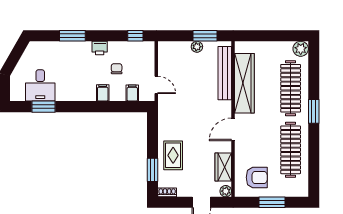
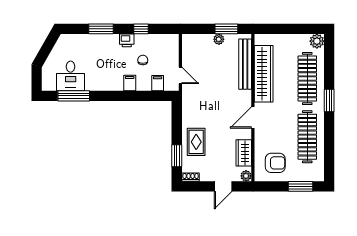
window: (135, 36) -> (141, 29), moved
window: (44, 107) -> (74, 96), width x1.44
window: (272, 202) -> (301, 186), moved

